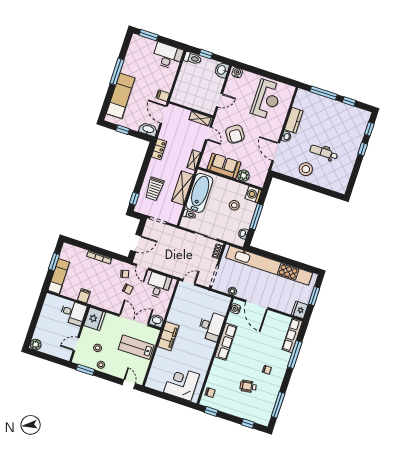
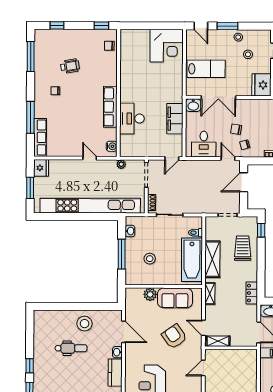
washing machine: (253, 194) -> (133, 277), removed
door: (257, 305) -> (90, 158), width x0.53
filing cabinet: (168, 336) -> (175, 119), moved
window: (85, 370) -> (227, 26), moved
corner desk: (182, 383) -> (167, 46), moved

